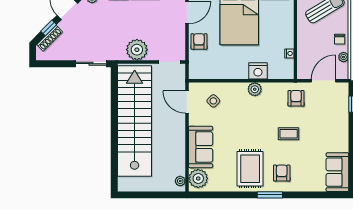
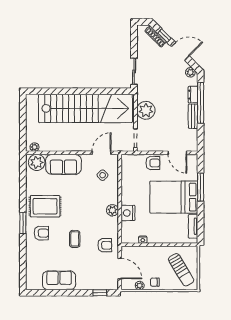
sofa: (337, 172) -> (59, 280), moved

